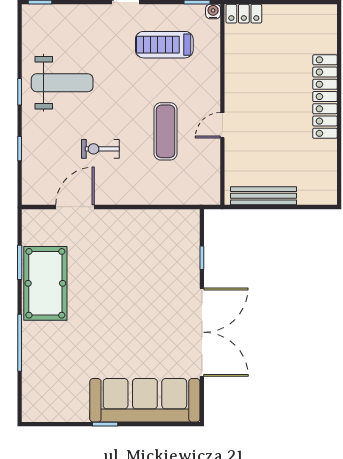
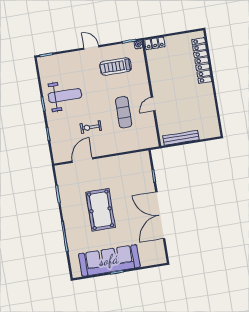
locker: (325, 97) -> (202, 61), moved
pool table: (45, 283) -> (101, 210), moved
double door: (202, 332) -> (160, 215), swing flipped
sofa: (145, 400) -> (109, 260), moved

